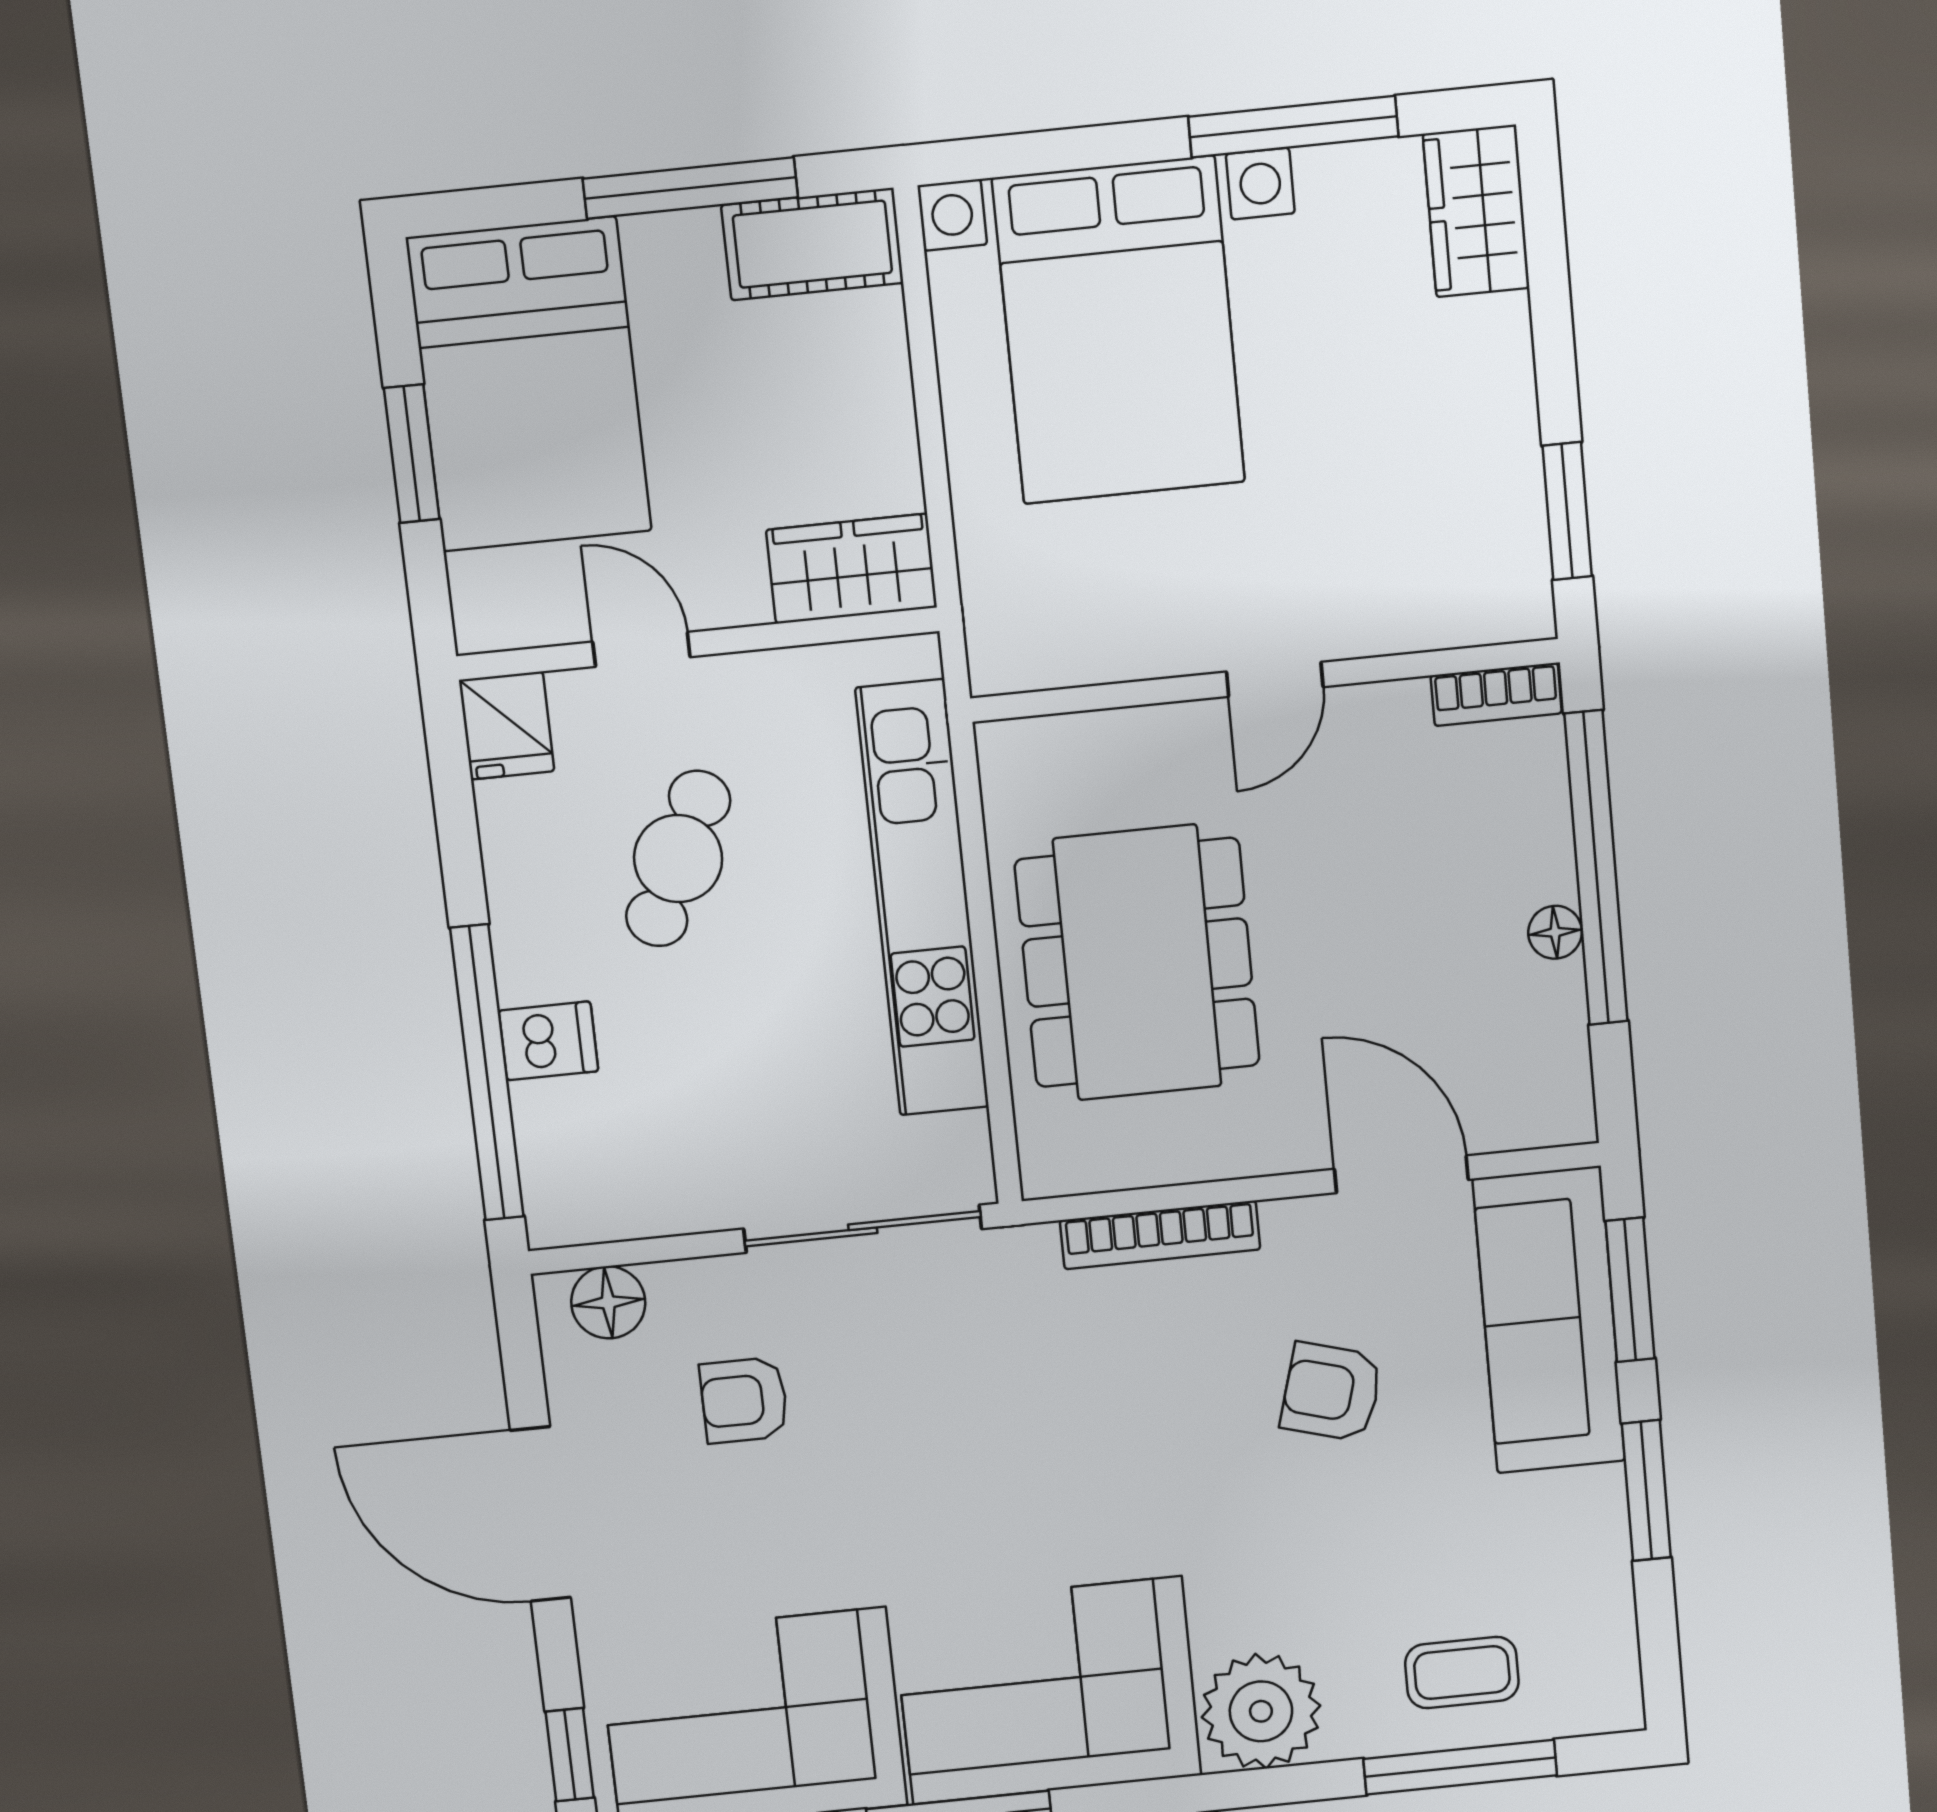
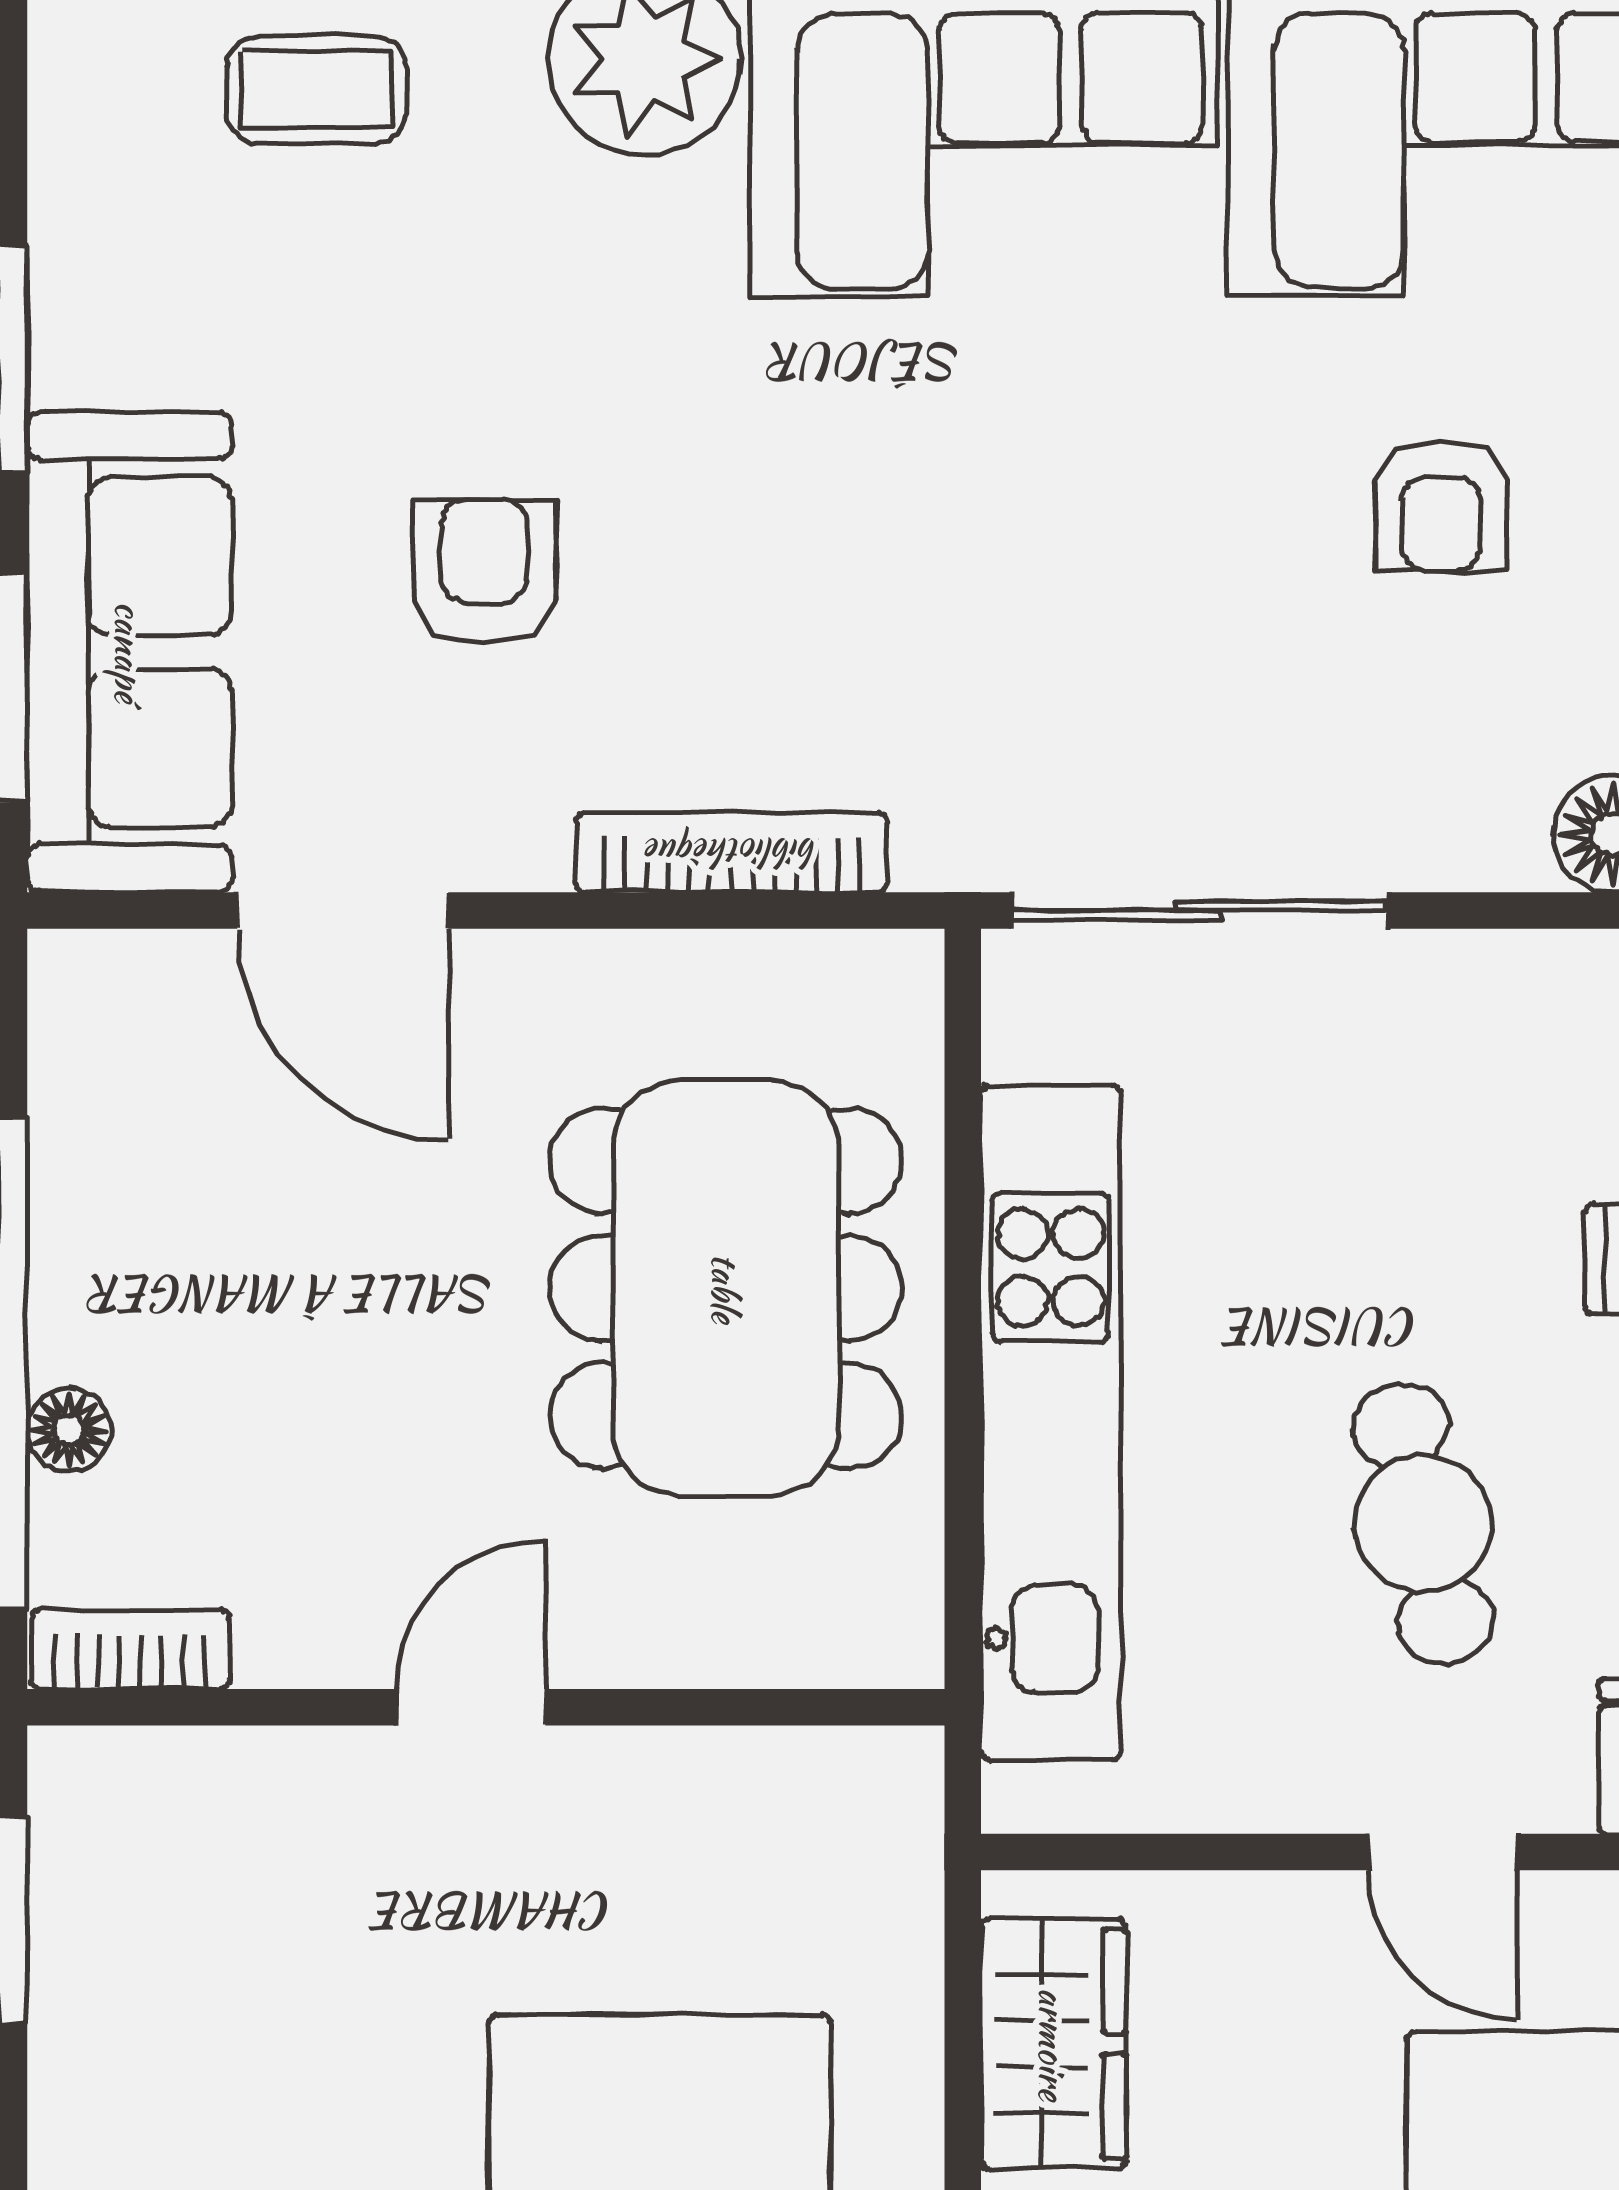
wardrobe: (852, 569) -> (1053, 2044), moved, turned -90
cafe table: (678, 859) -> (1423, 1524), turned -39
floor lamp: (1555, 932) -> (69, 1430), moved
armchair: (1331, 1392) -> (484, 572), turned -106
armchair: (744, 1400) -> (1441, 506), moved, turned 90

